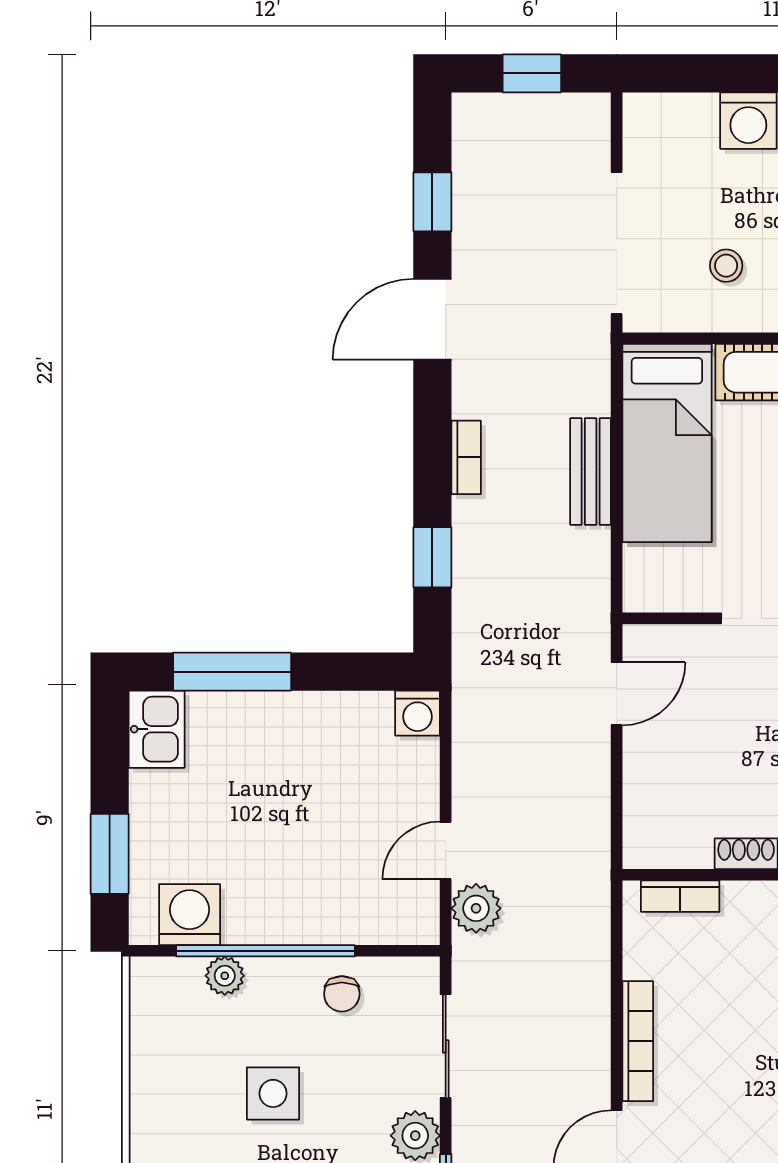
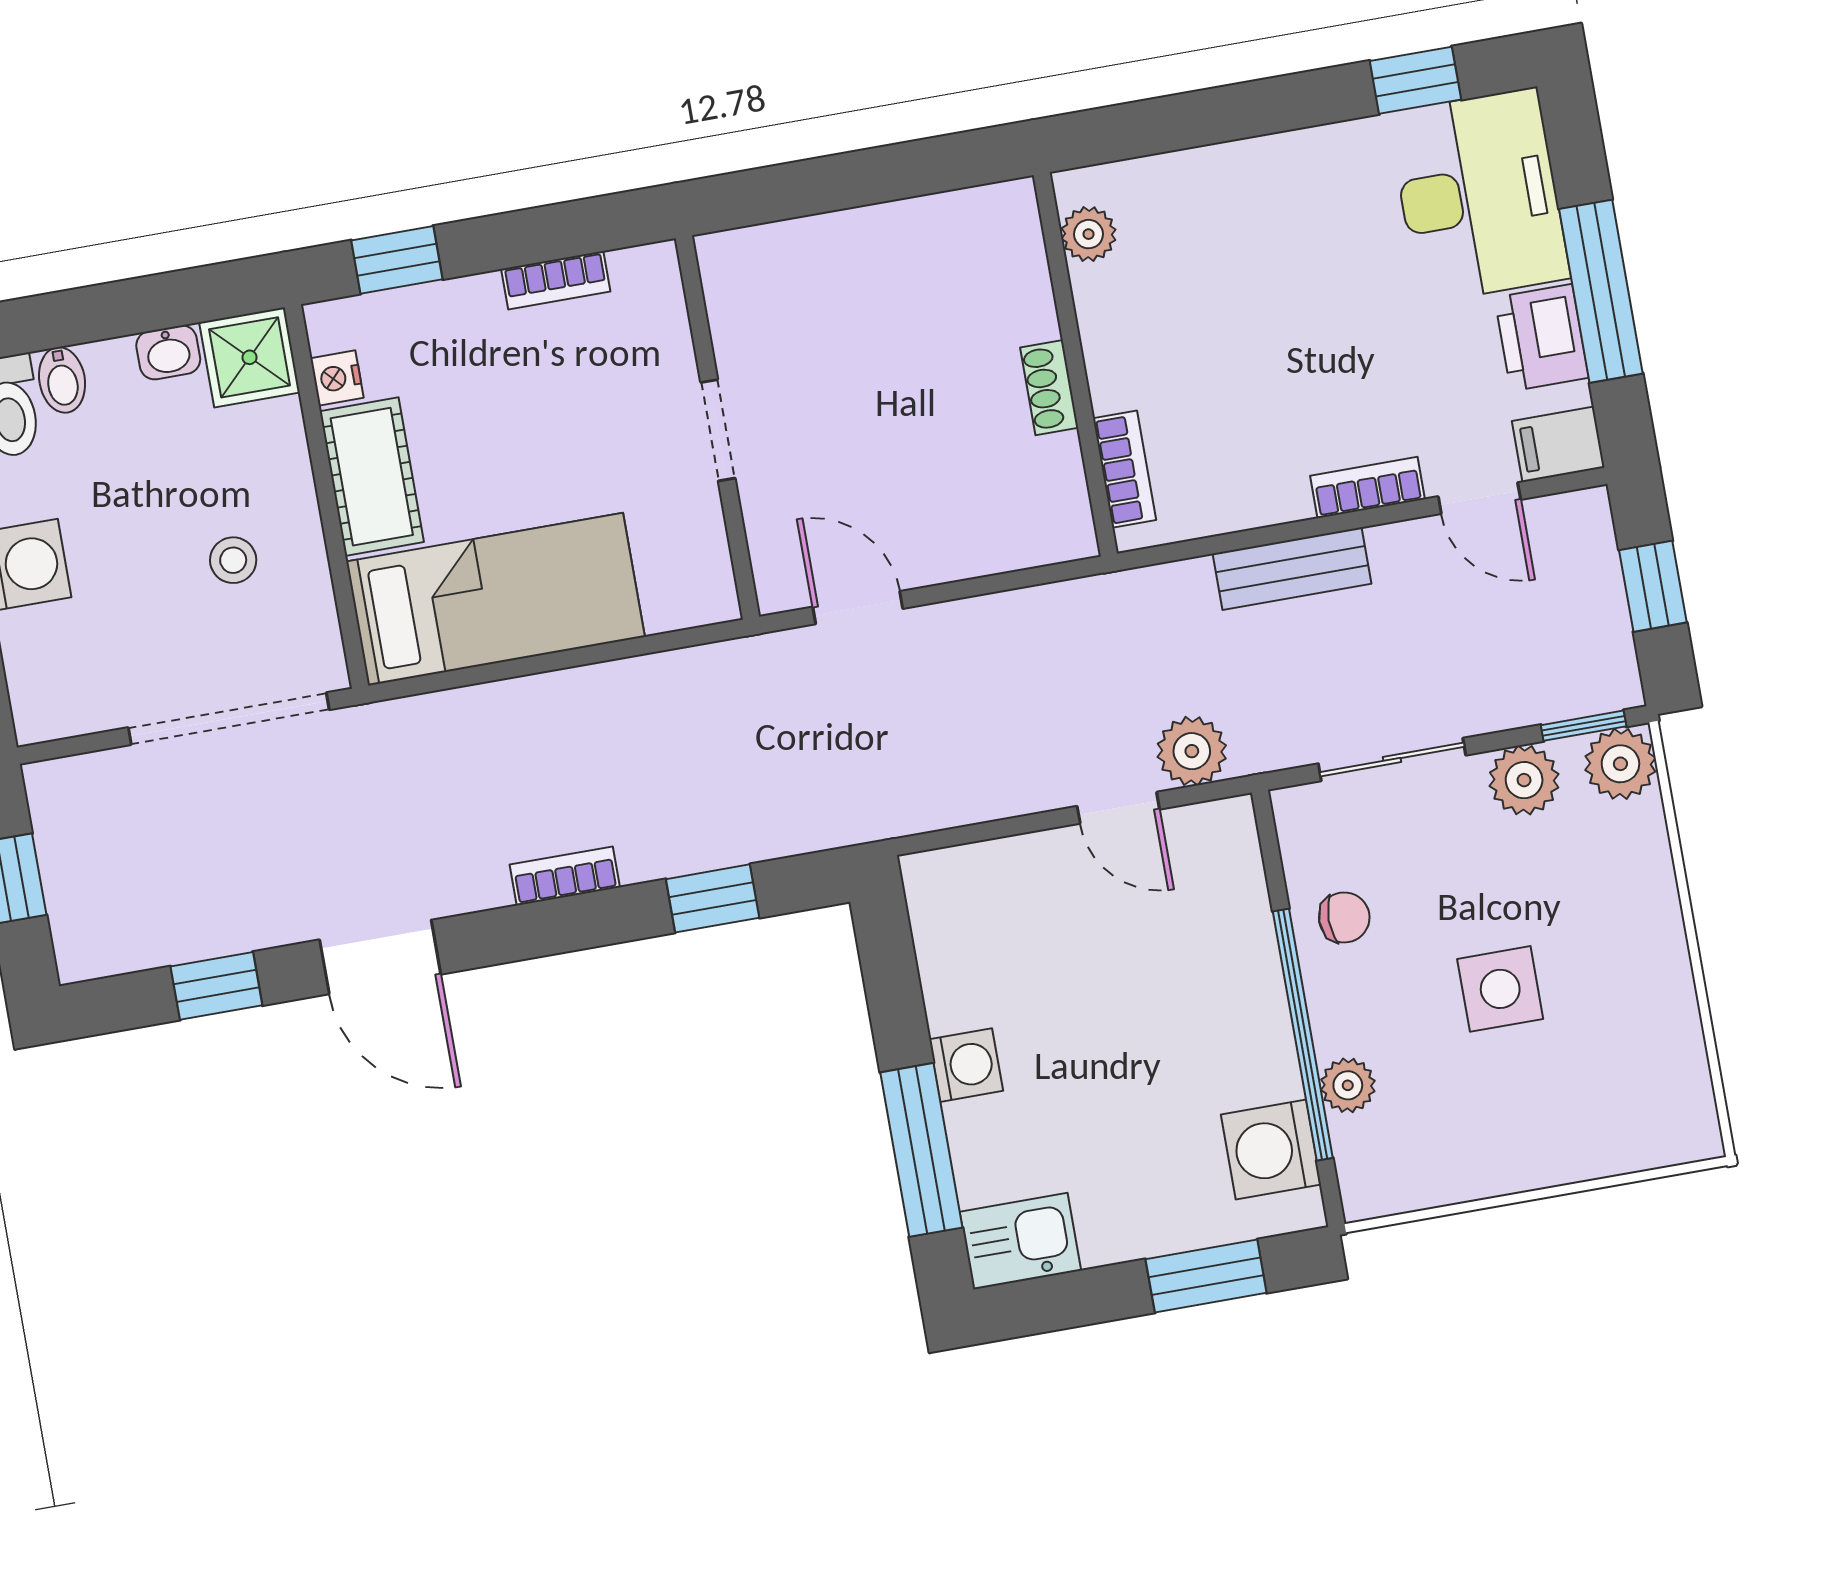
bench: (591, 472) -> (1292, 569), moved
washing machine: (418, 713) -> (966, 1065), moved
bookcase: (638, 1041) -> (1368, 487), width x0.64

